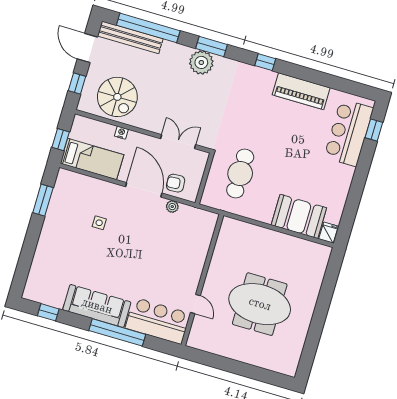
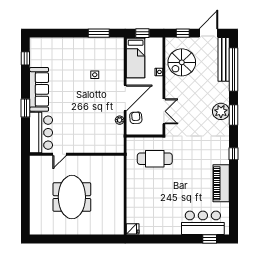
booth: (299, 216) -> (138, 206), removed
window: (117, 332) -> (25, 108), width x0.47

